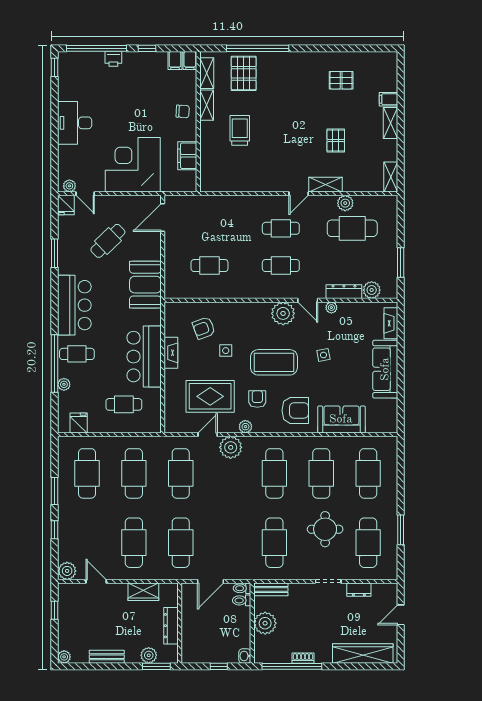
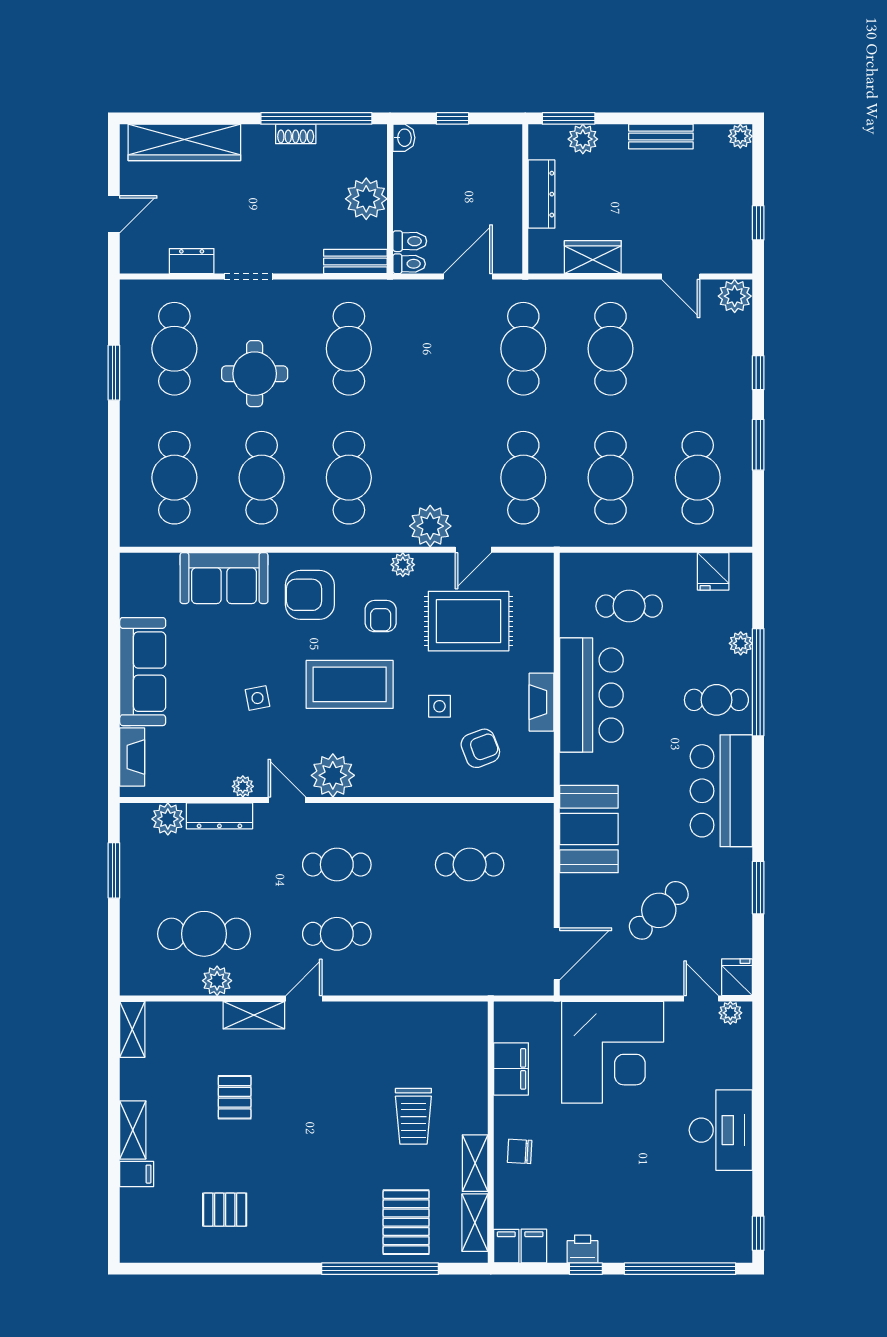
printer: (113, 59) -> (583, 1249), moved

